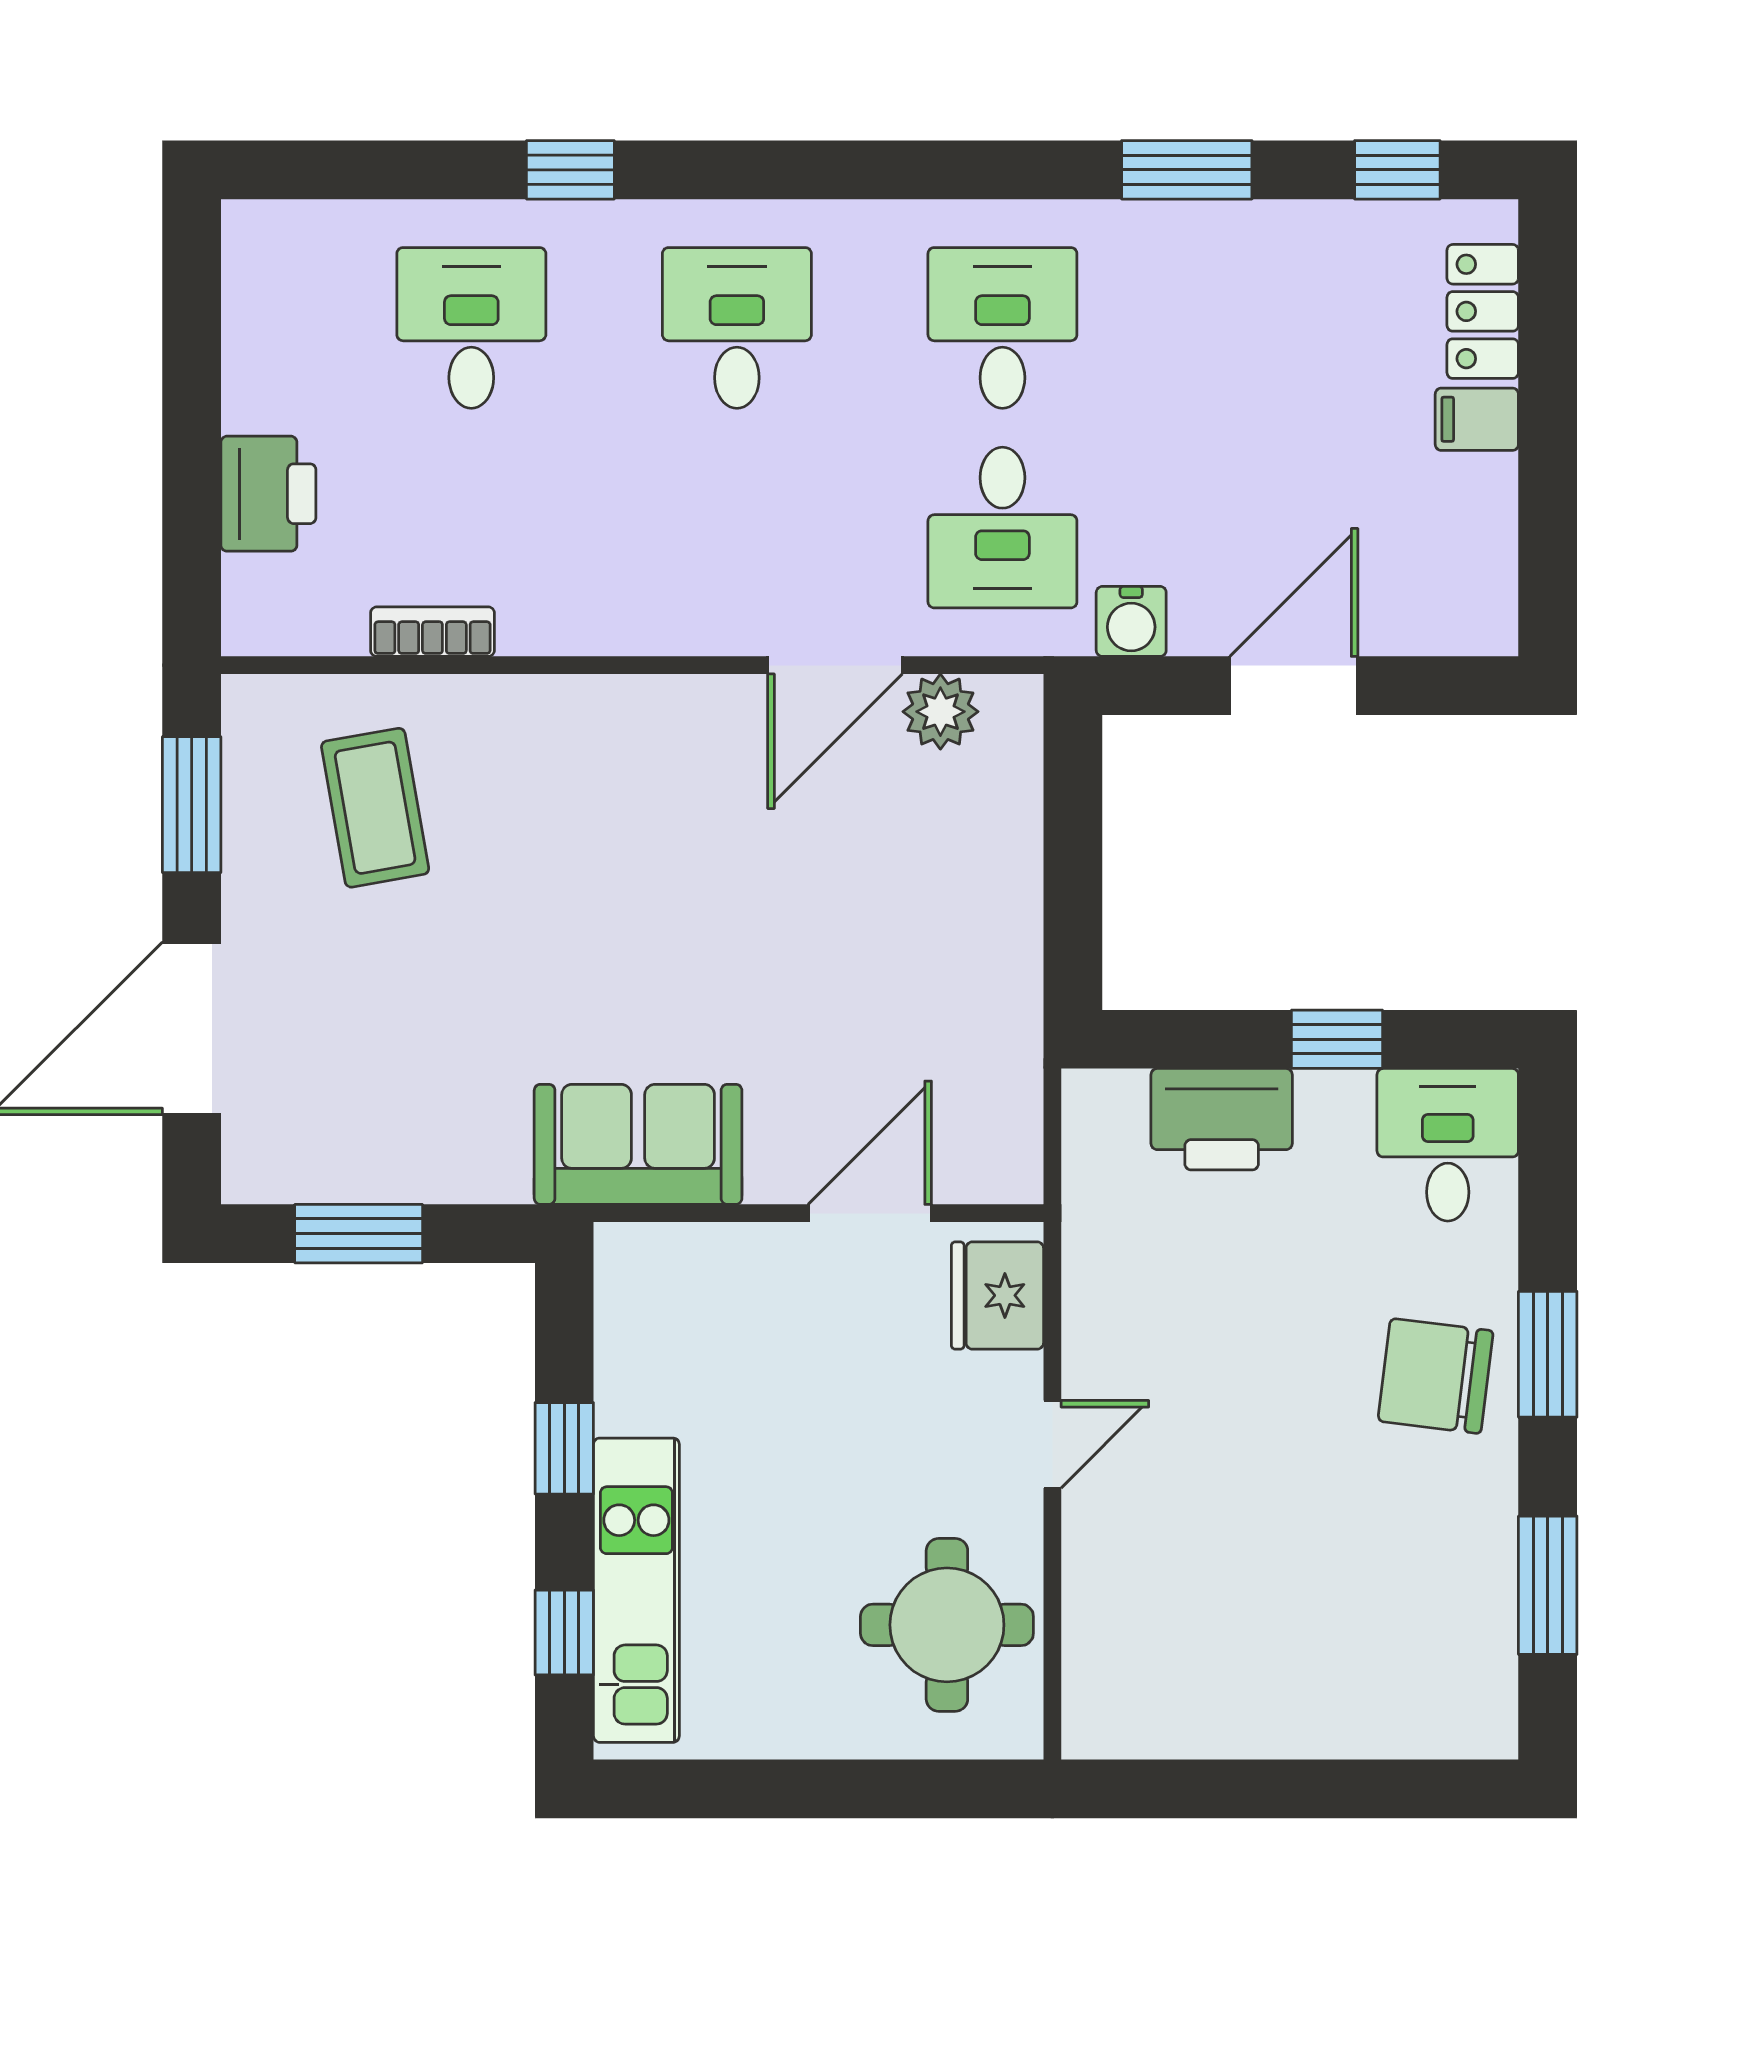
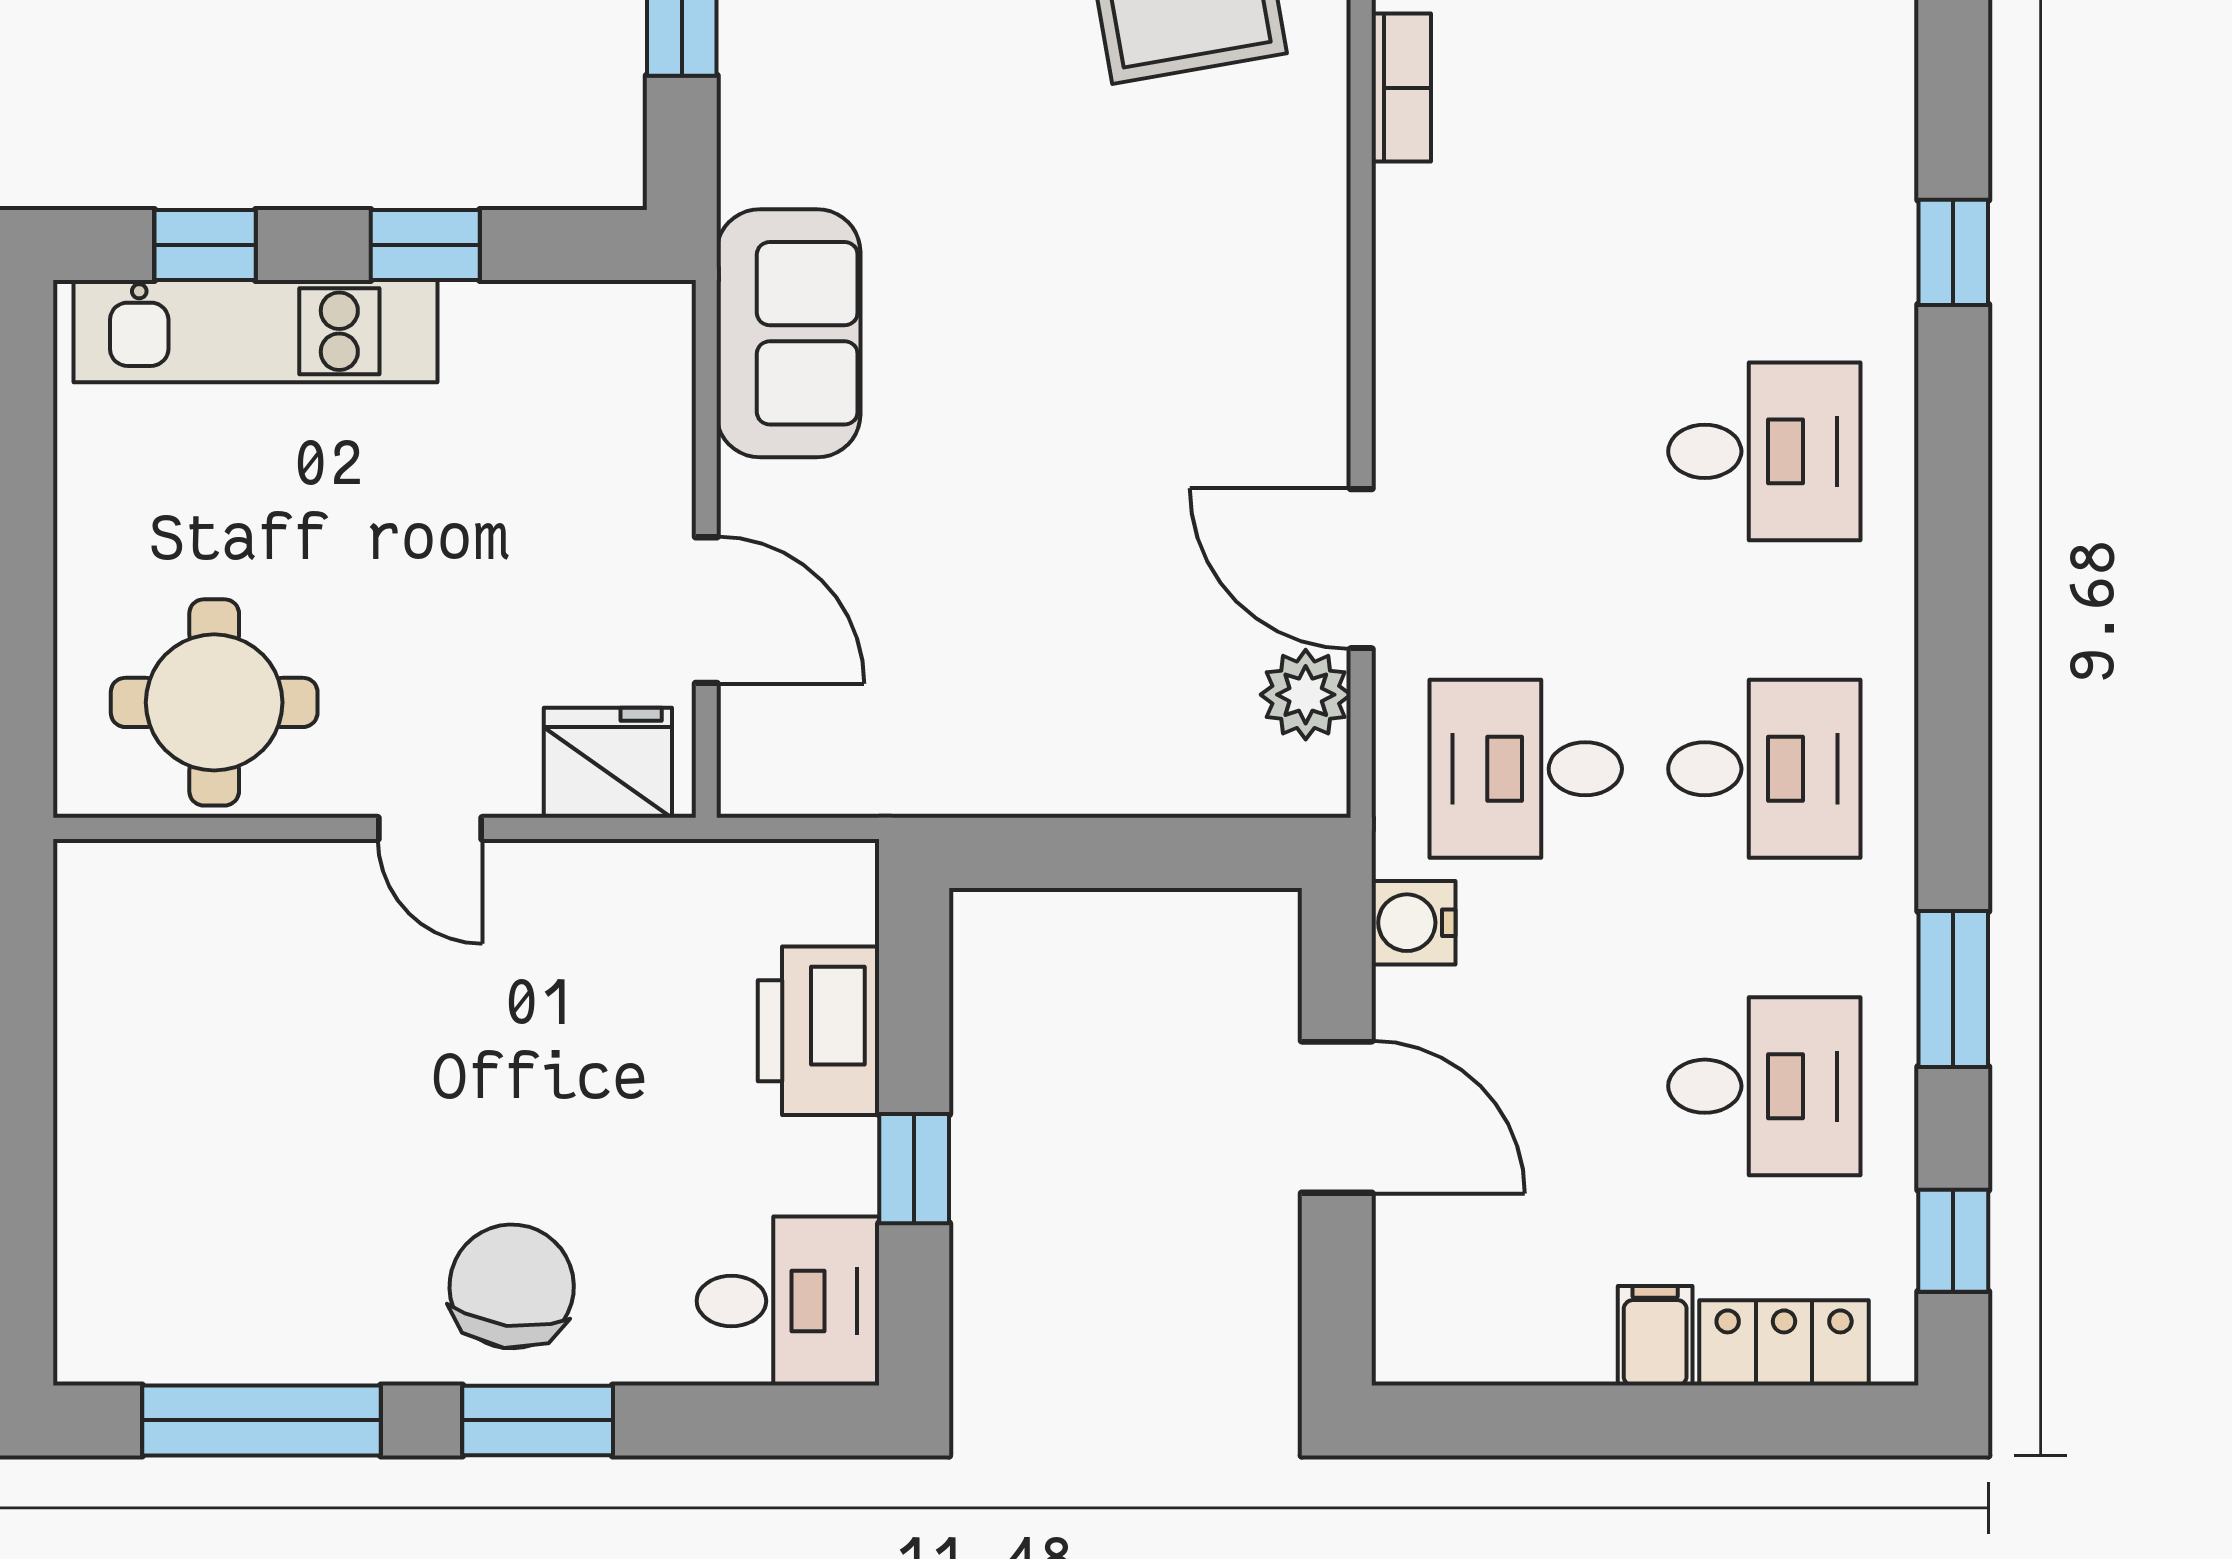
desk: (471, 328) -> (1764, 1086), moved
window: (1548, 1585) -> (262, 1420), width x1.44

